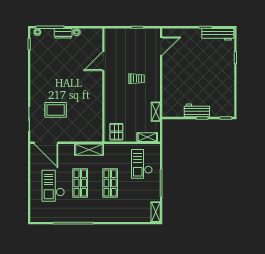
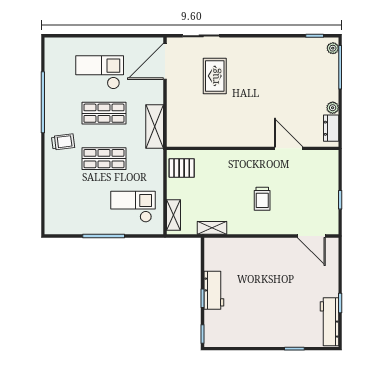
dresser: (63, 33) -> (331, 128), moved
trolley: (99, 210) -> (63, 142), added
shelving: (156, 212) -> (60, 228), removed

